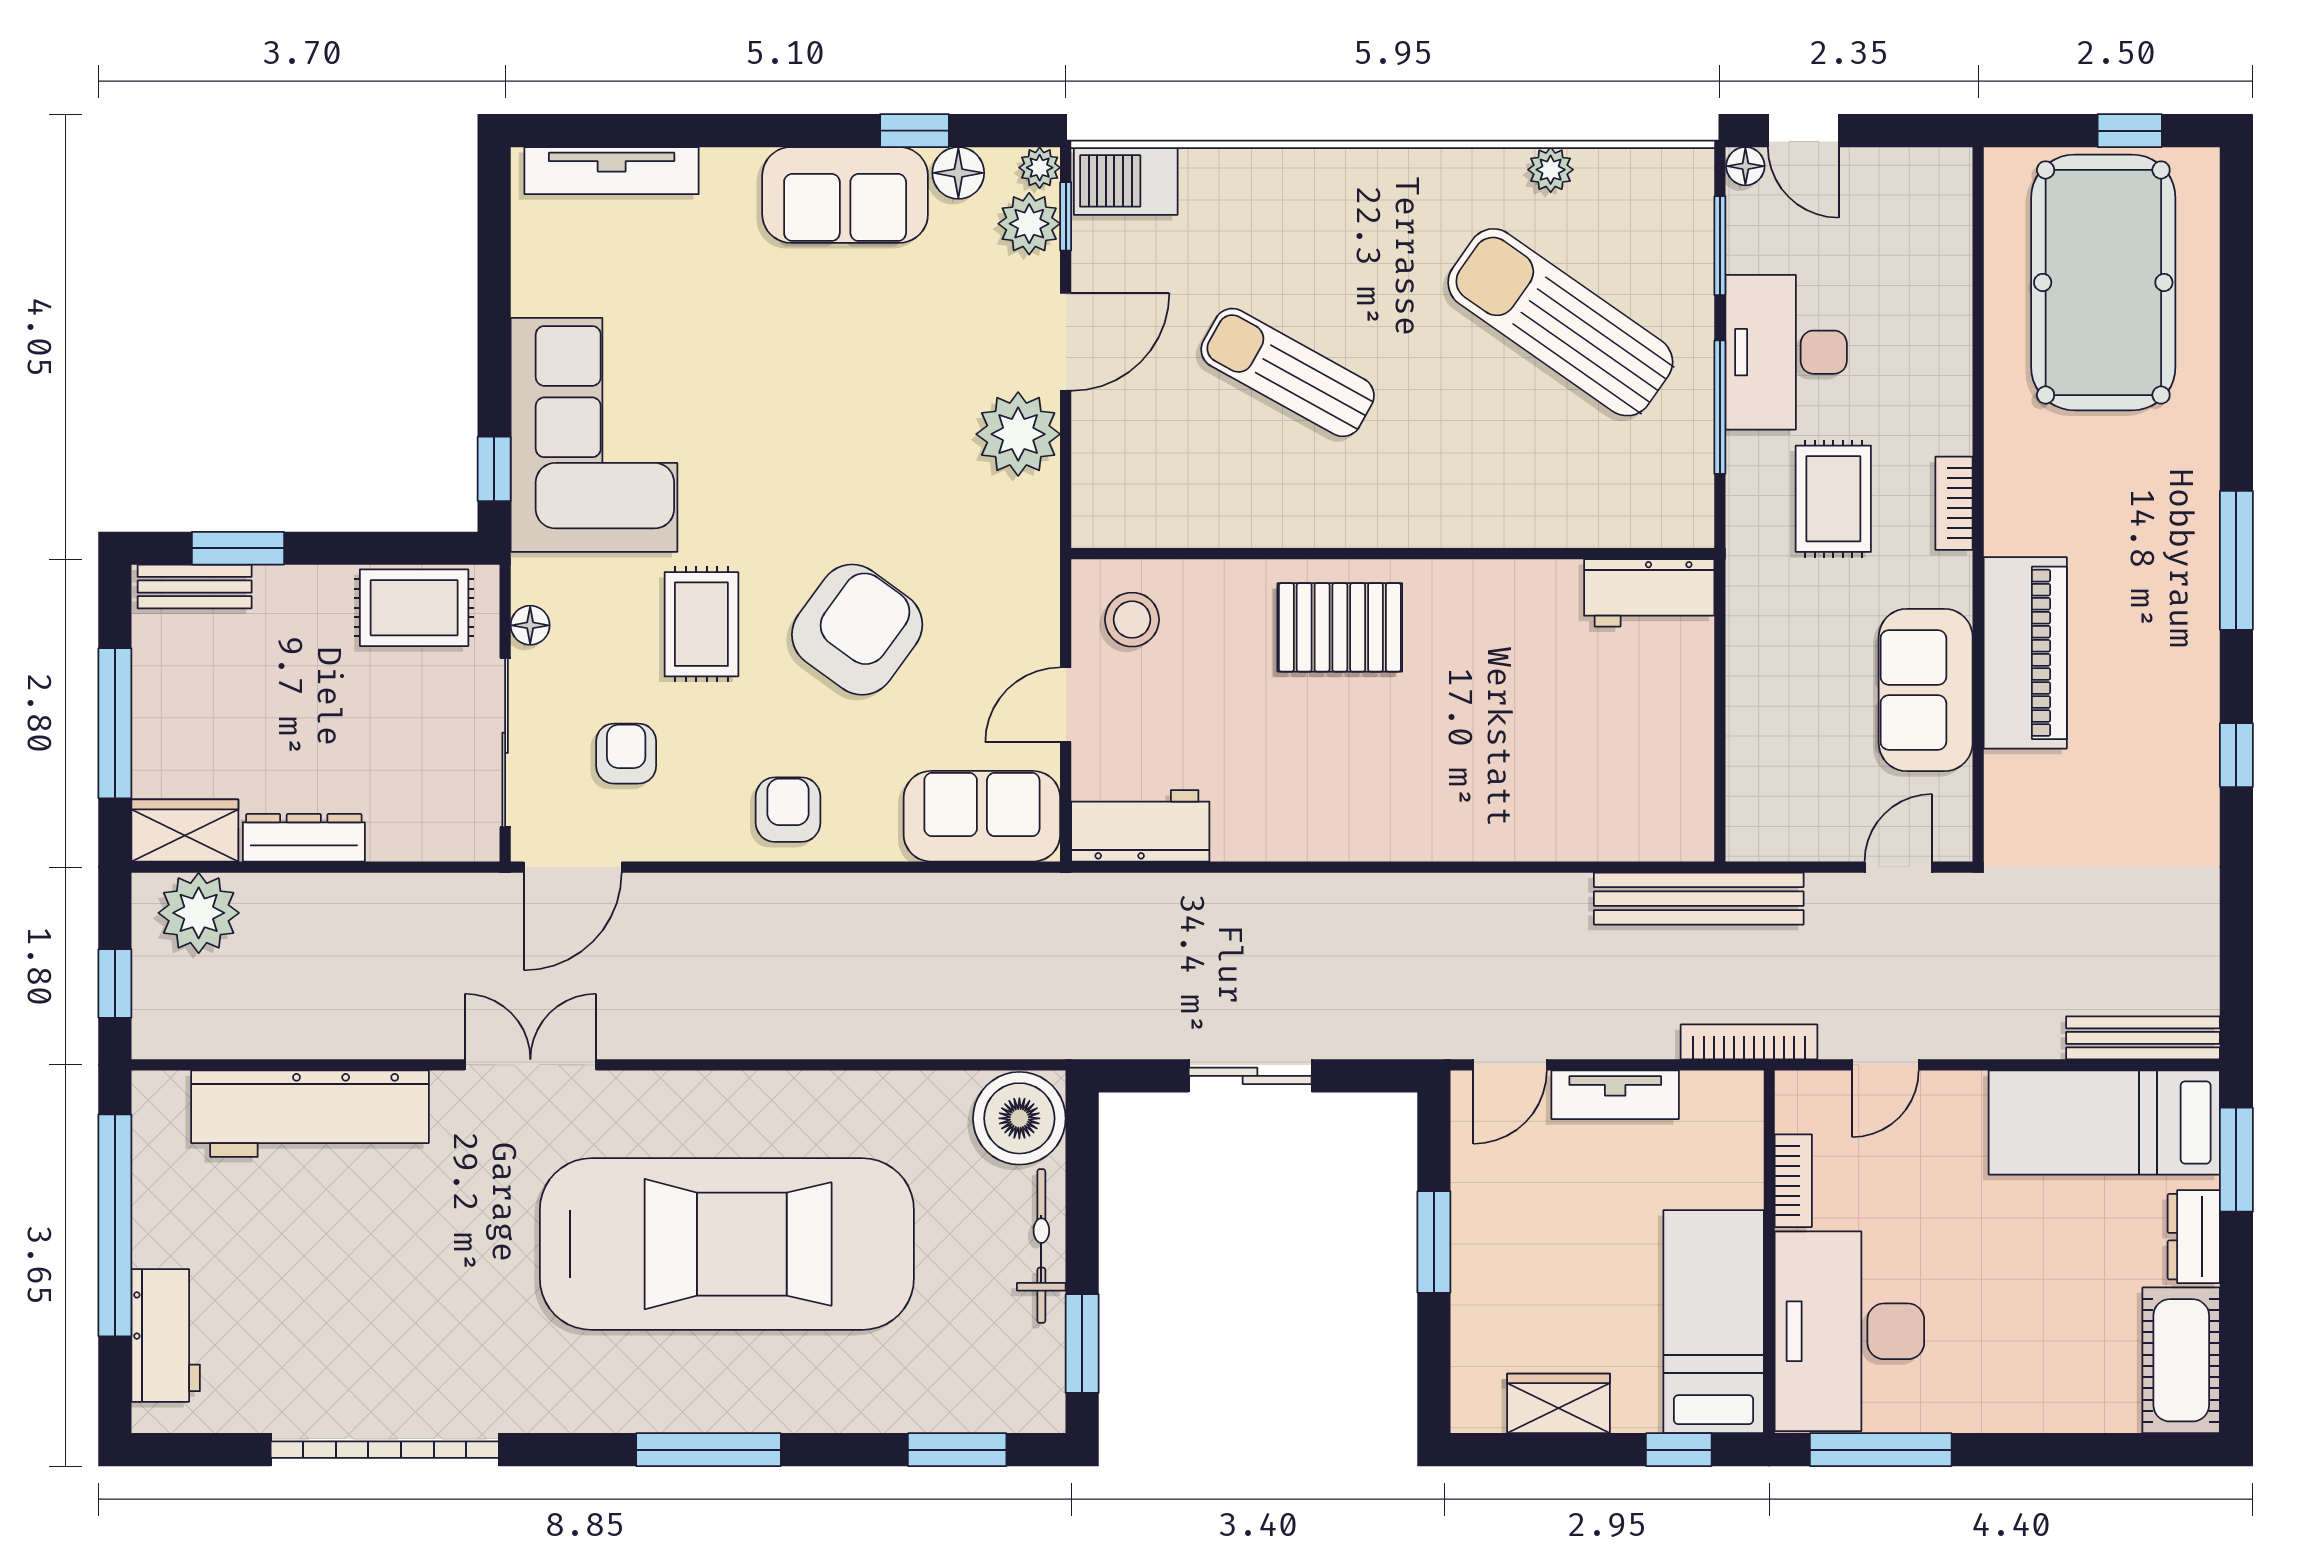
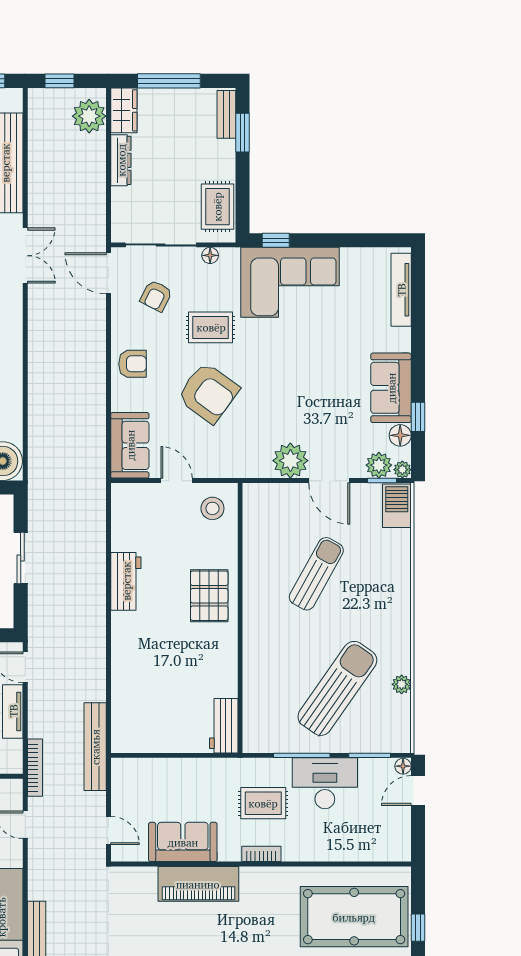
armchair: (626, 754) -> (156, 296), turned 117
workbench: (1140, 826) -> (126, 581), moved

